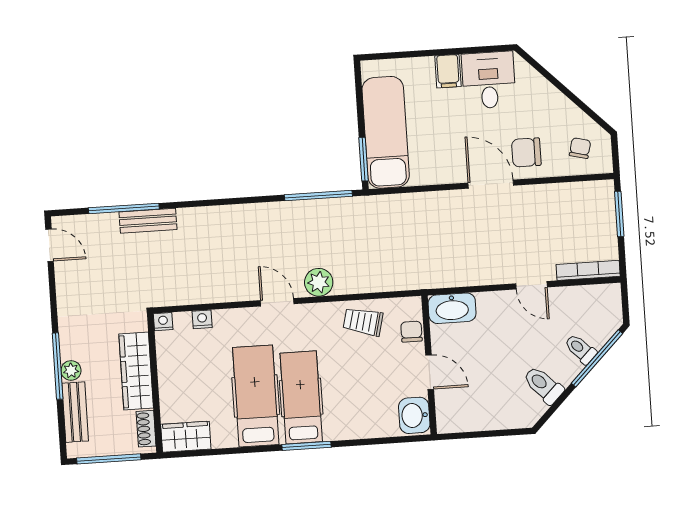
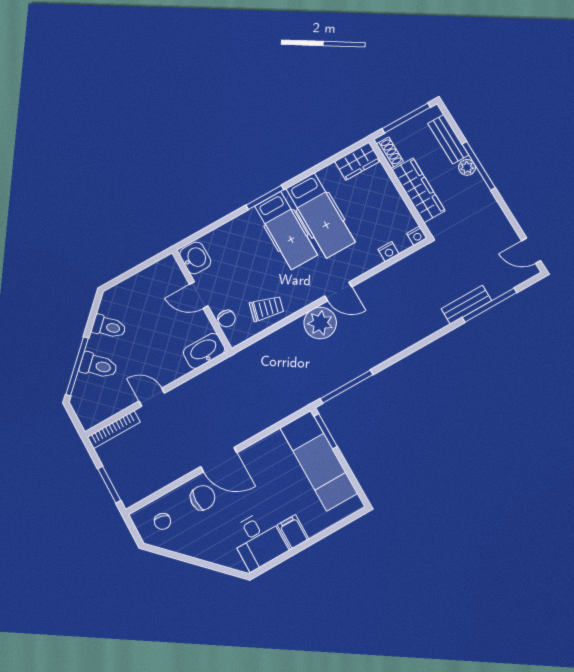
plant: (319, 282) -> (320, 323), width x1.36, depth x1.36
toilet: (580, 349) -> (98, 366), width x1.37, depth x1.39

